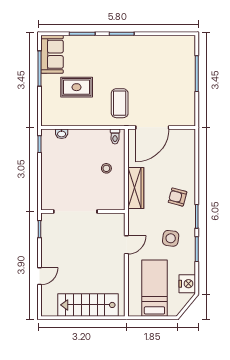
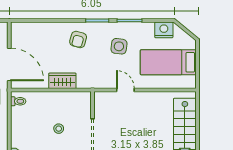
stool: (106, 168) -> (59, 129), moved
wardrobe: (136, 188) -> (62, 81), width x0.67

